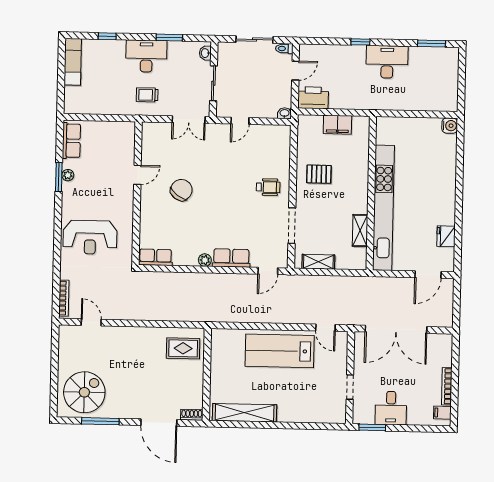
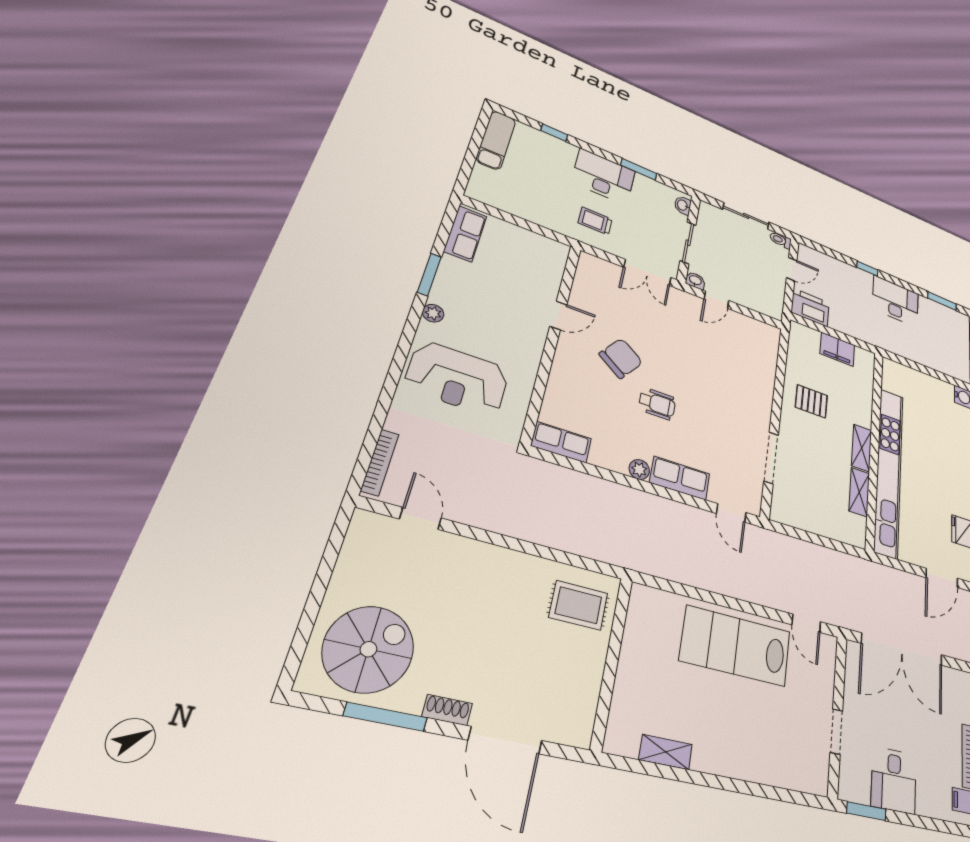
washbasin: (285, 113) -> (695, 281), moved
plant: (68, 175) -> (433, 313), moved
wheelchair: (268, 187) -> (657, 404), moved
shelving: (318, 262) -> (862, 448), moved, turned 90
door: (268, 271) -> (731, 513), hinge flipped
shelving: (245, 413) -> (666, 752), width x0.45, depth x0.75
shoe rack: (192, 415) -> (447, 710), moved

